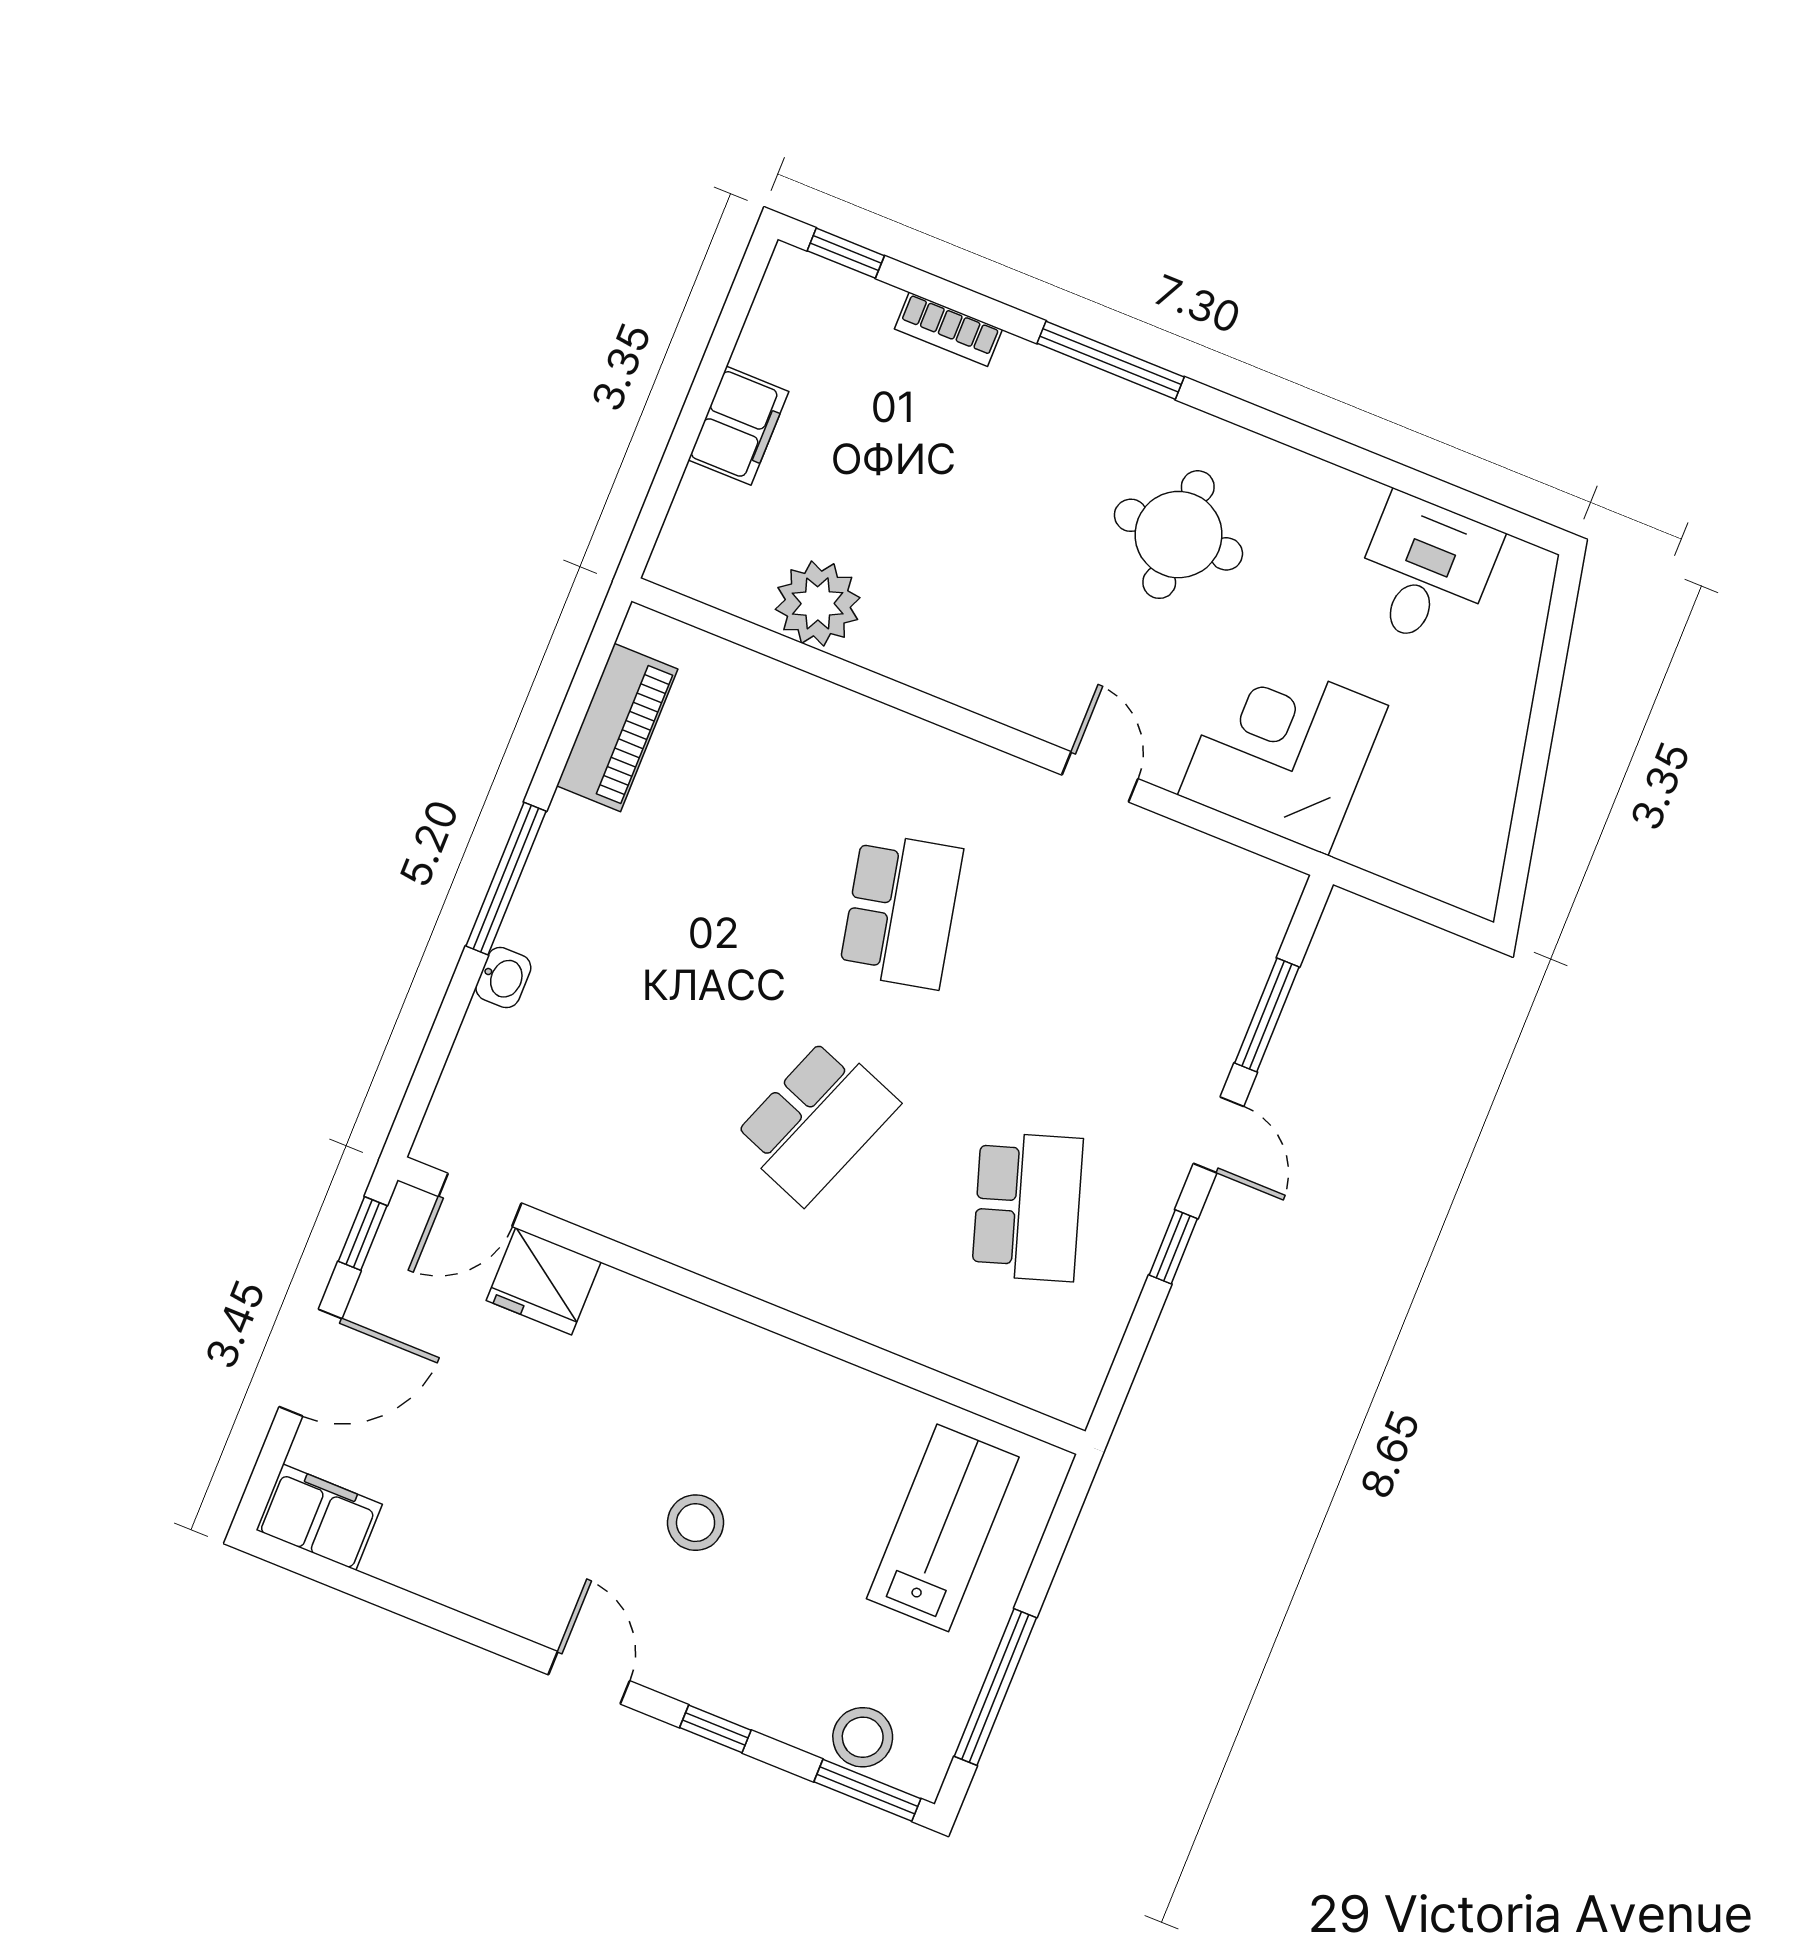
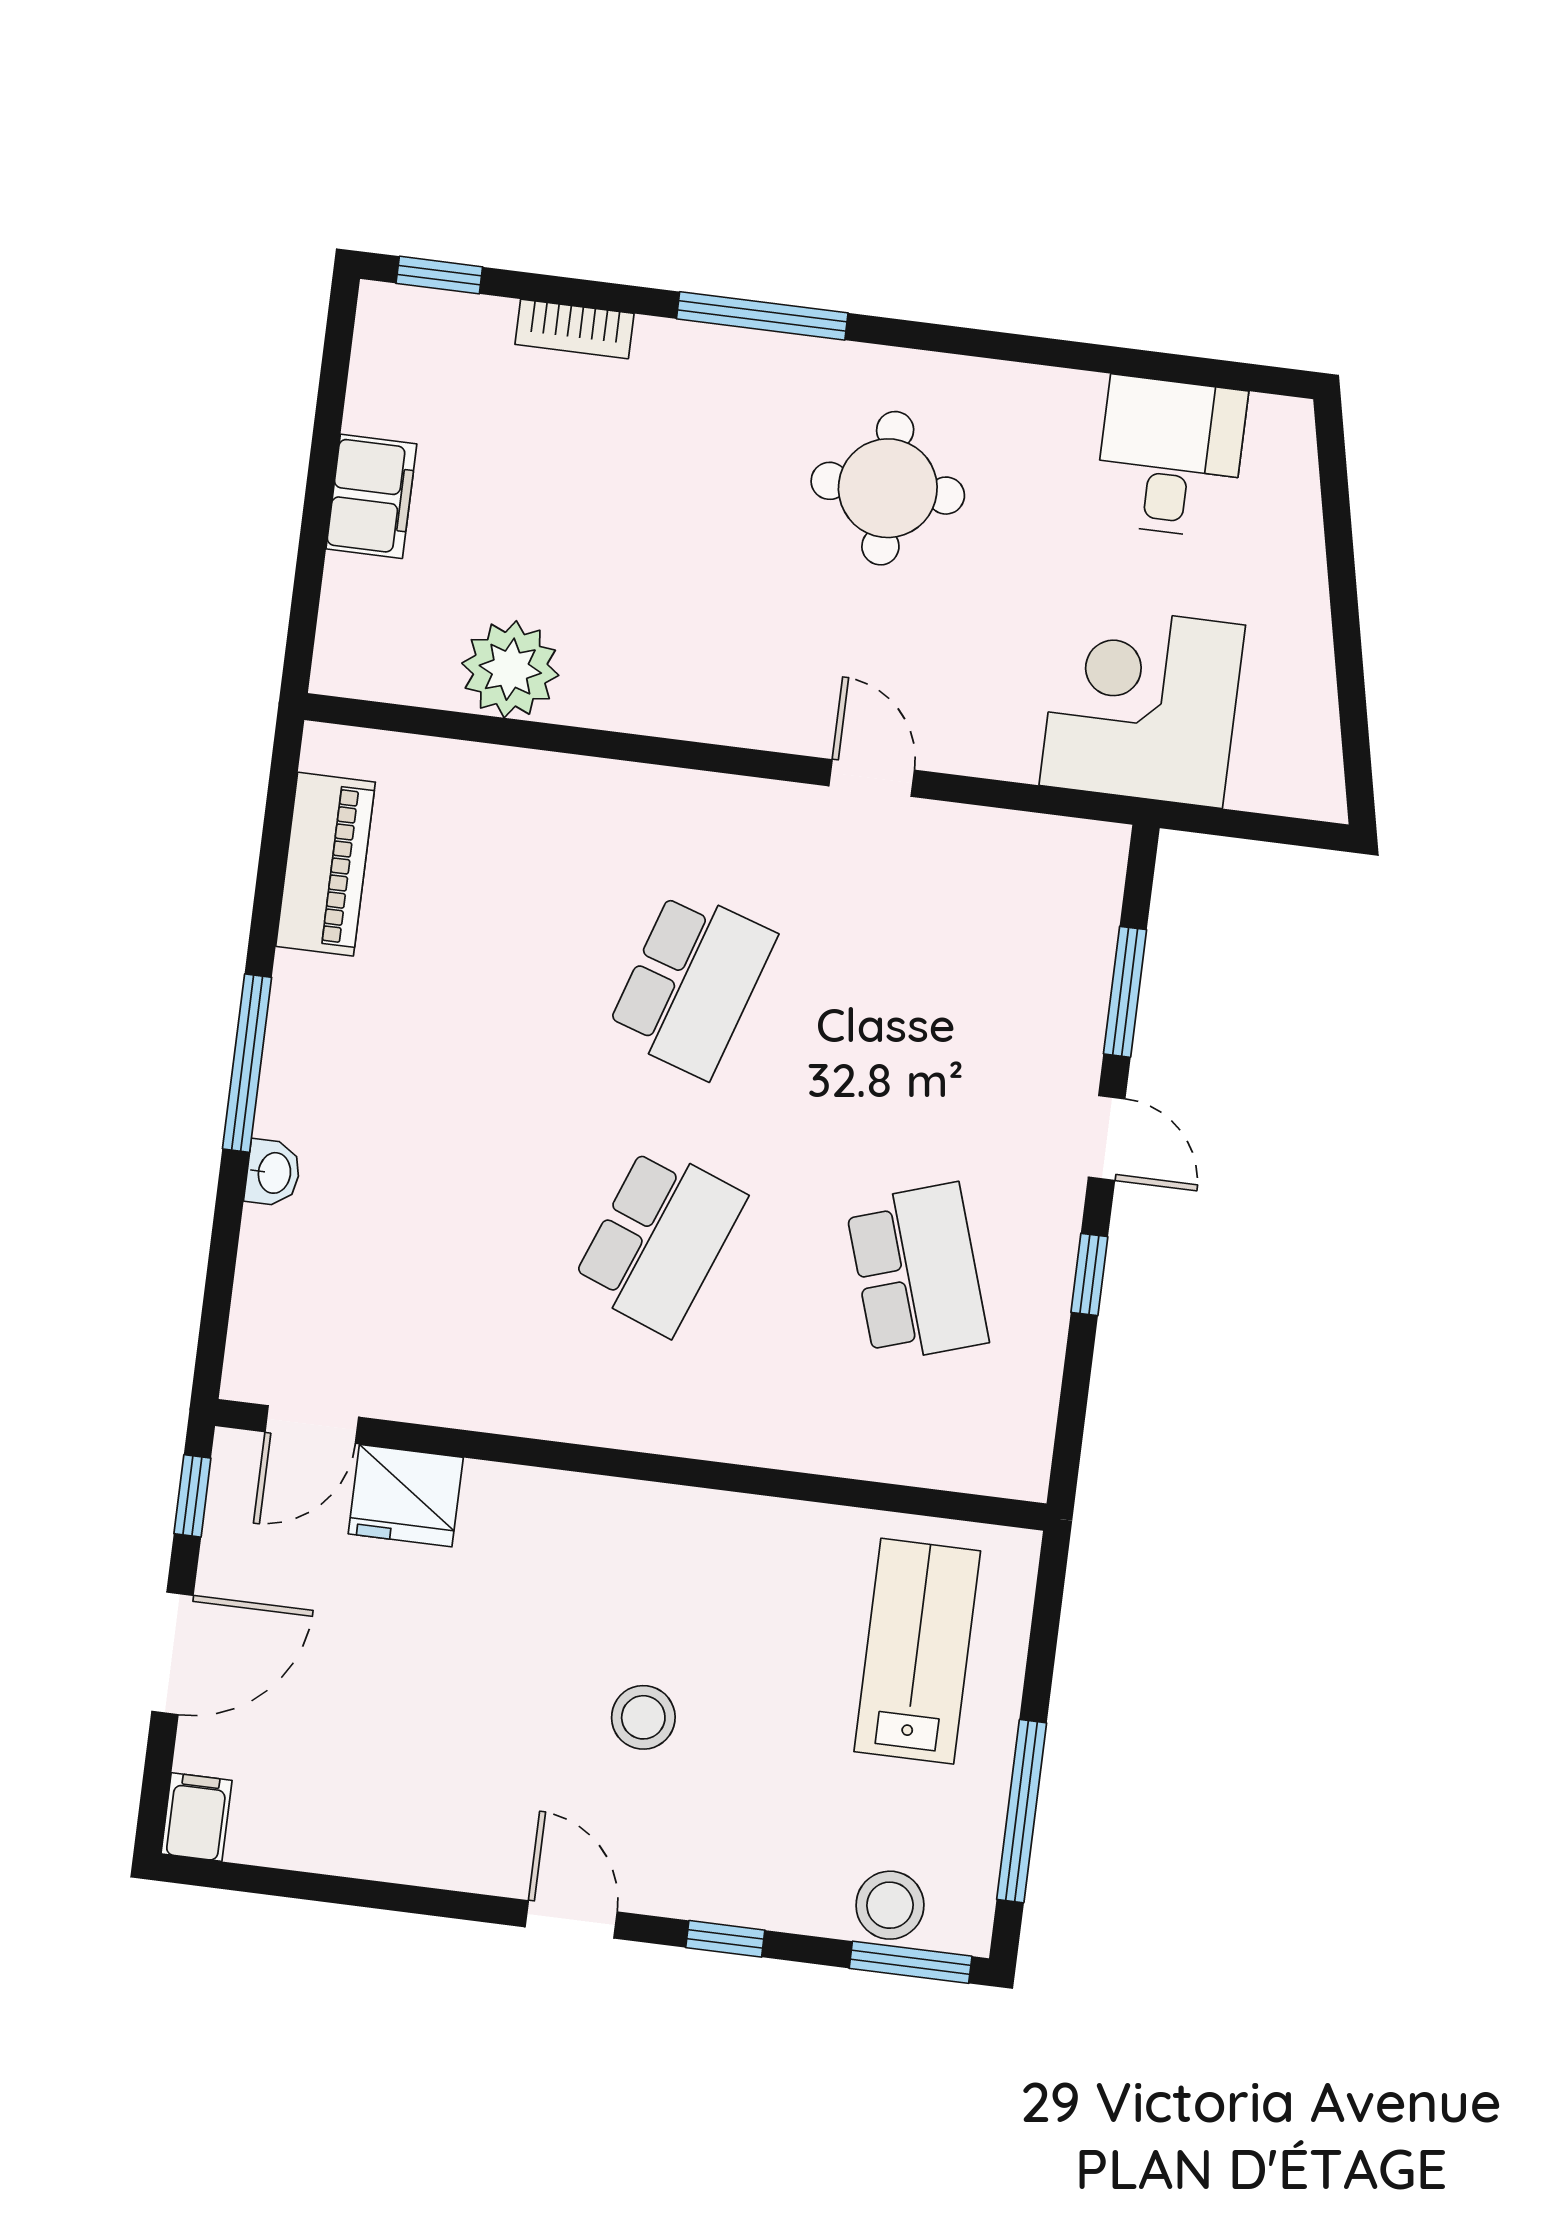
corner desk: (1283, 750) -> (1142, 705), moved
school desk: (901, 911) -> (692, 983), turned 30
filing cabinet: (319, 1517) -> (197, 1817), width x0.50

